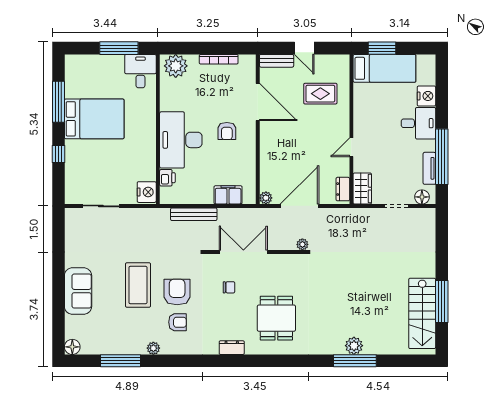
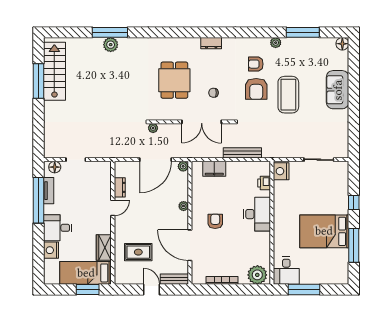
desk: (181, 140) -> (257, 214), width x0.73, depth x0.77
plant: (265, 150) -> (184, 206), added
dresser: (343, 189) -> (120, 187), moved
wardrobe: (362, 189) -> (104, 247), moved
dining table: (276, 318) -> (174, 80), moved

